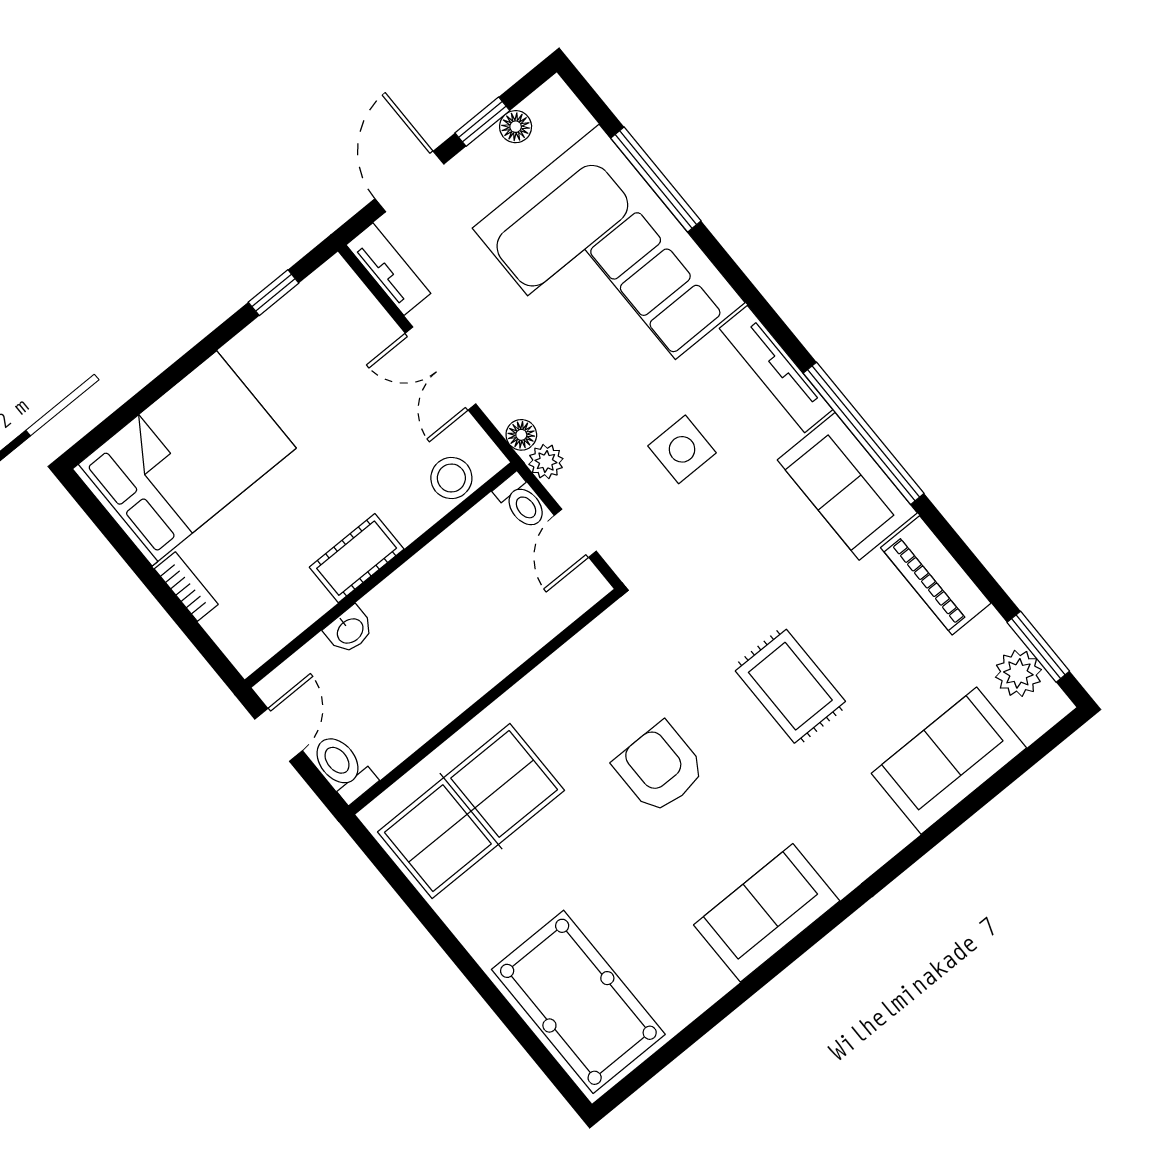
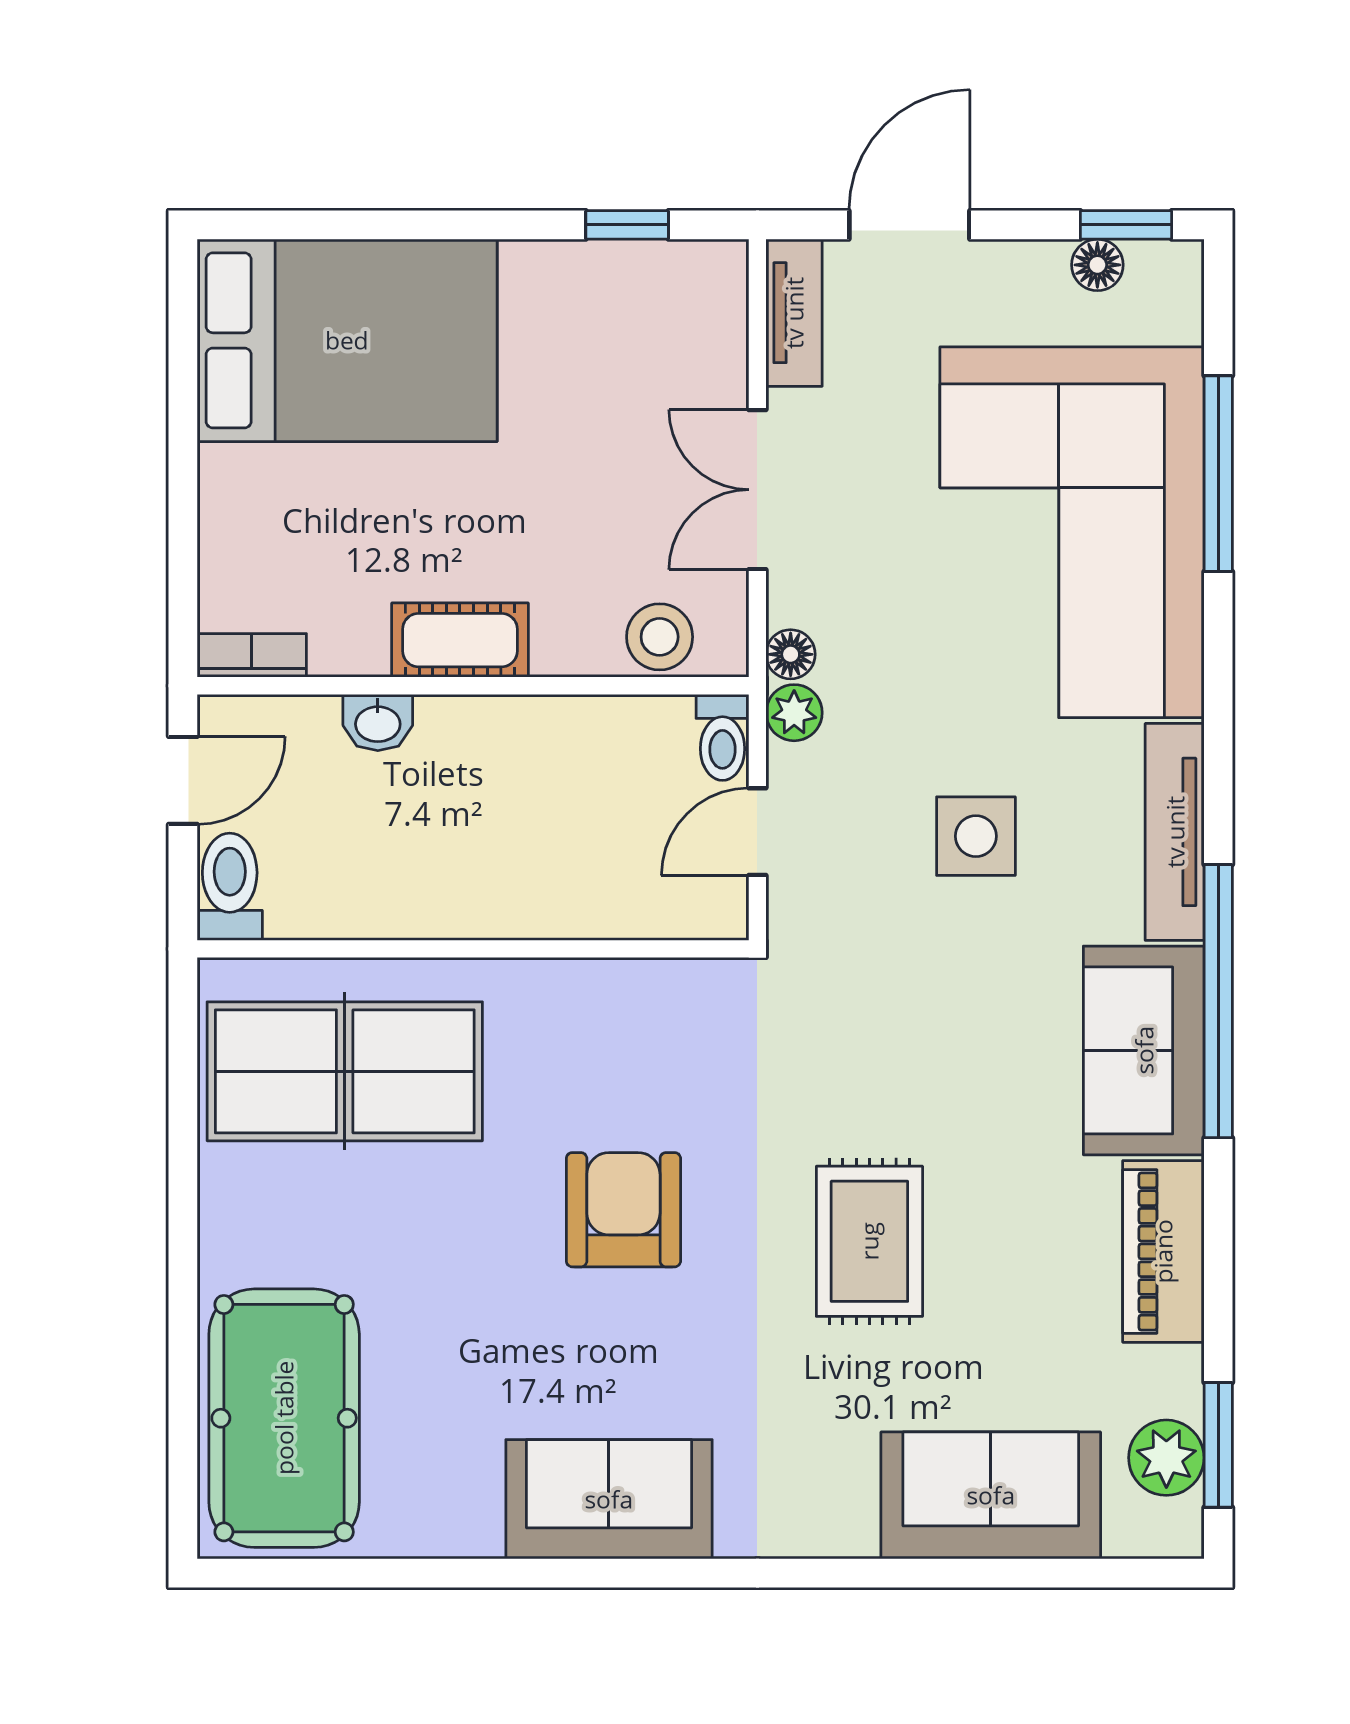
window: (482, 122) -> (1126, 225), moved
bookcase: (186, 587) -> (252, 655), moved, turned -90

